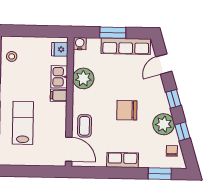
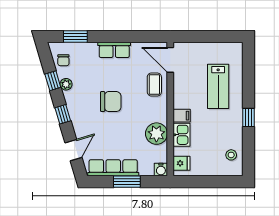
plant: (164, 124) -> (66, 84), width x0.53, depth x0.53

